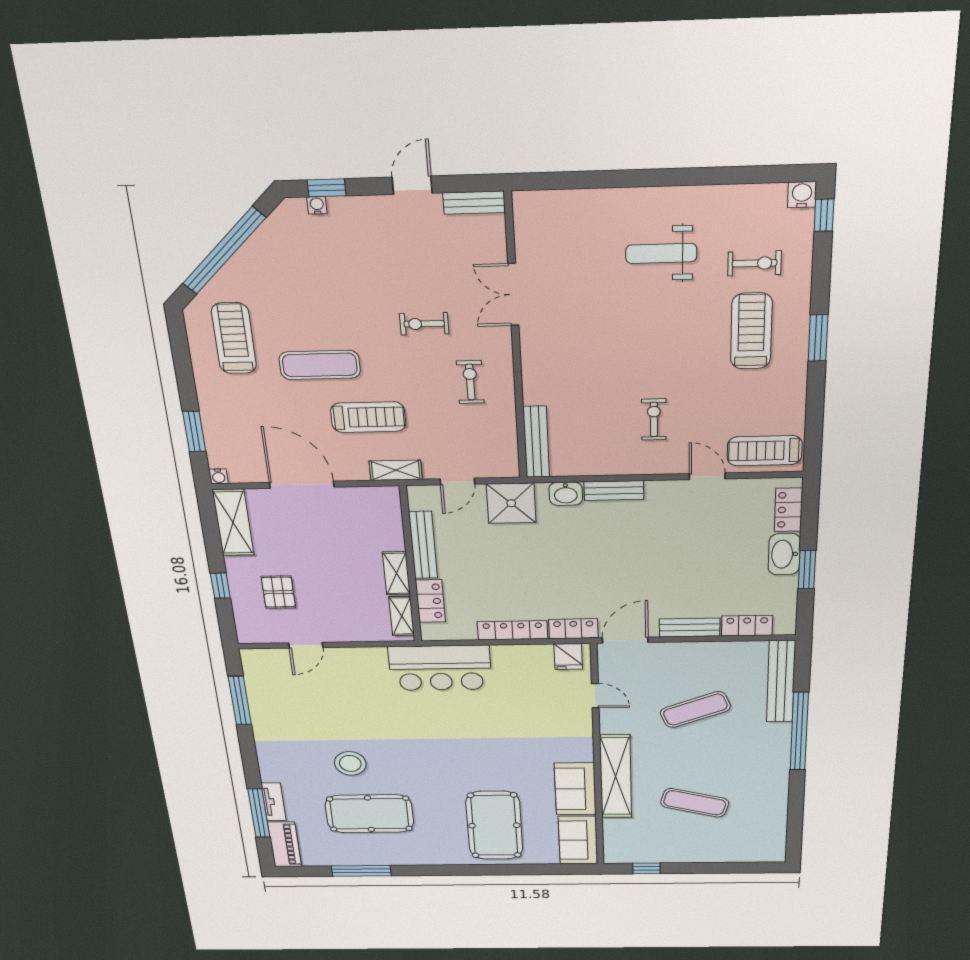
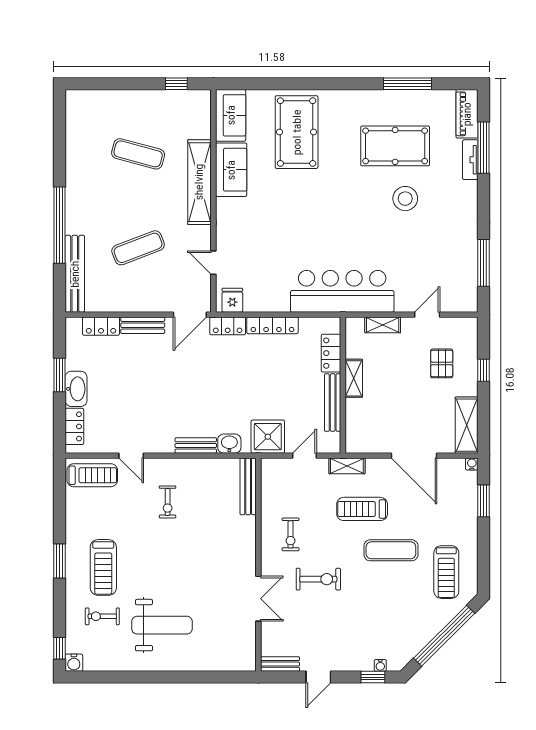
weight bench: (661, 253) -> (162, 625), width x1.36, depth x1.33
exercise bike: (424, 324) -> (318, 579), width x1.38, depth x1.39
shelving: (402, 616) -> (383, 325), moved, turned 90
bar counter: (440, 668) -> (342, 291), width x1.36

